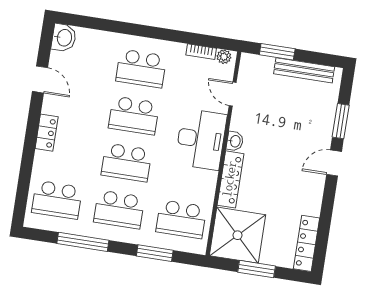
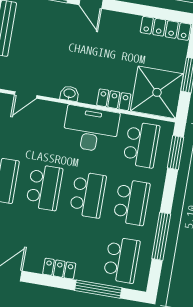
desk: (201, 139) -> (91, 129), moved
window: (25, 175) -> (98, 289), added
locker: (230, 179) -> (114, 100), width x0.66
window: (155, 253) -> (175, 153), moved

